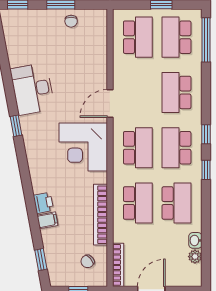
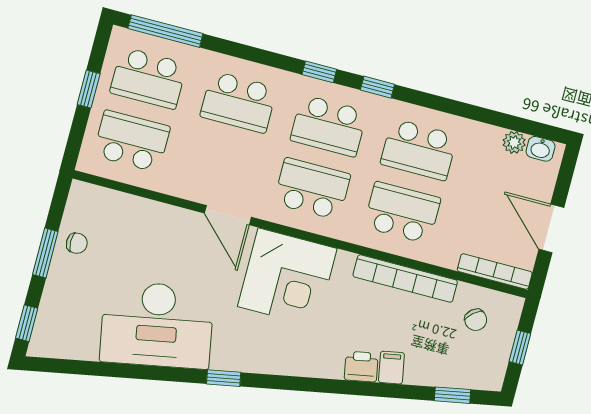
desk: (32, 89) -> (157, 325), width x1.36, depth x1.30
school desk: (176, 203) -> (419, 150), turned 180
washbasin: (195, 240) -> (541, 149), moved

